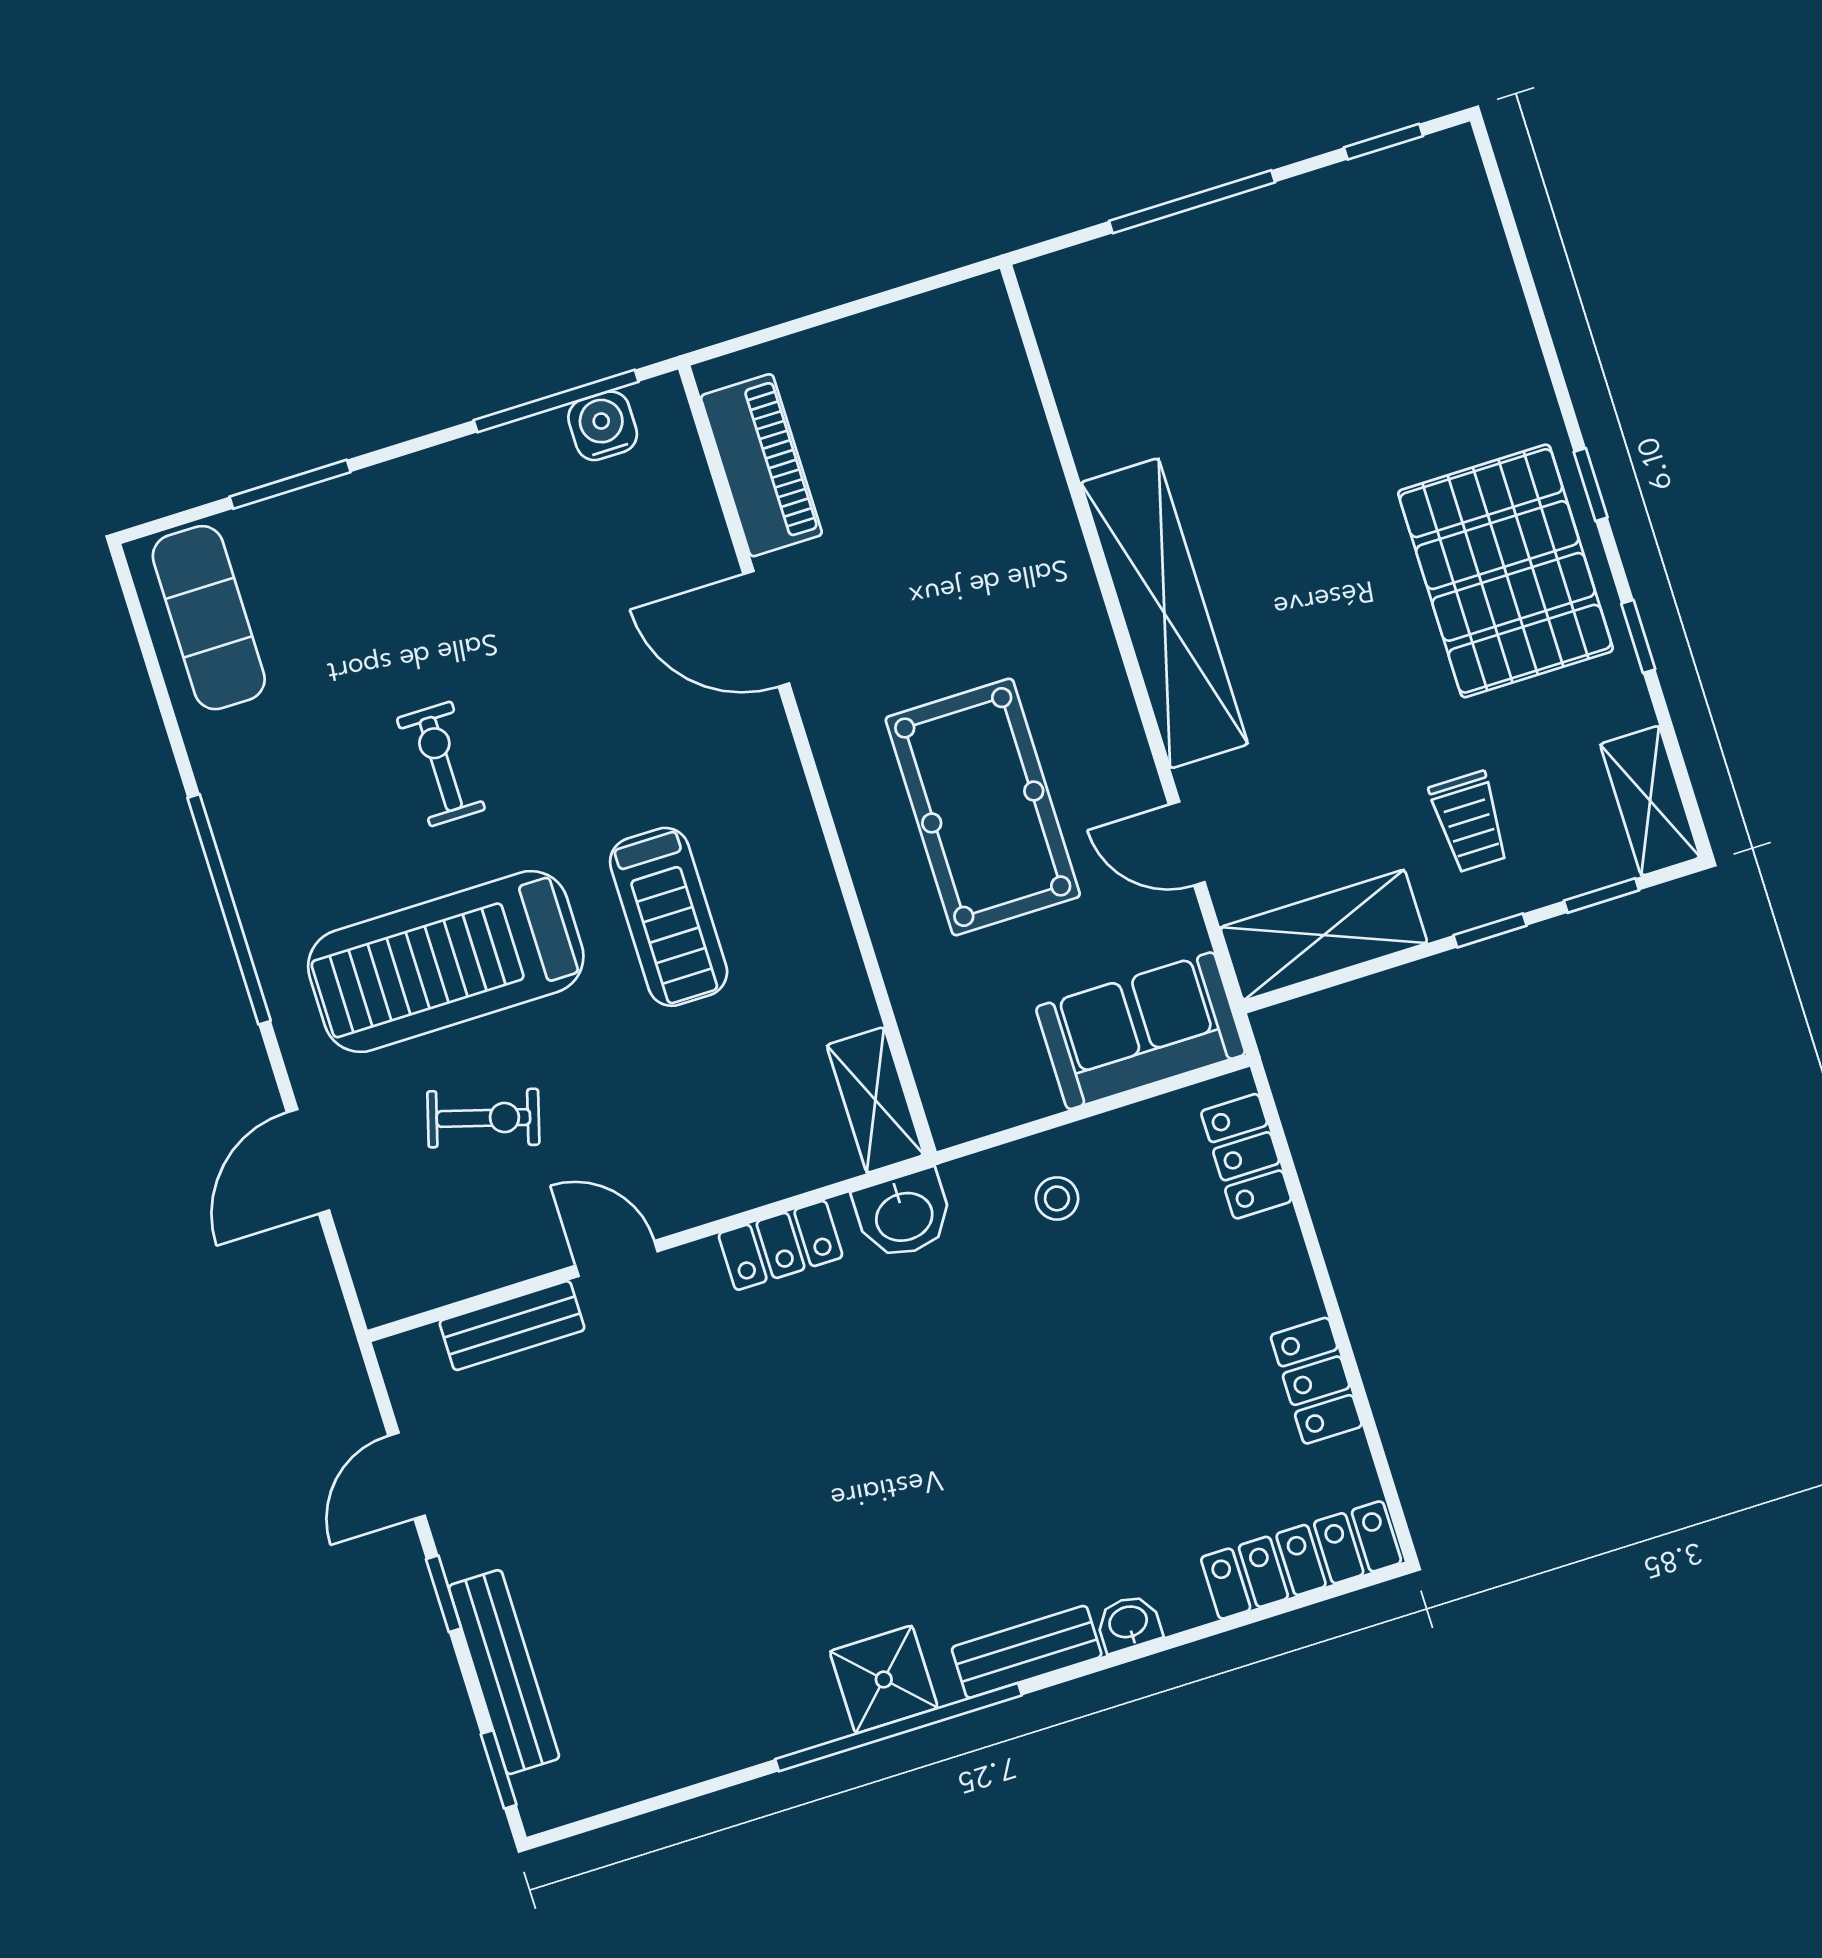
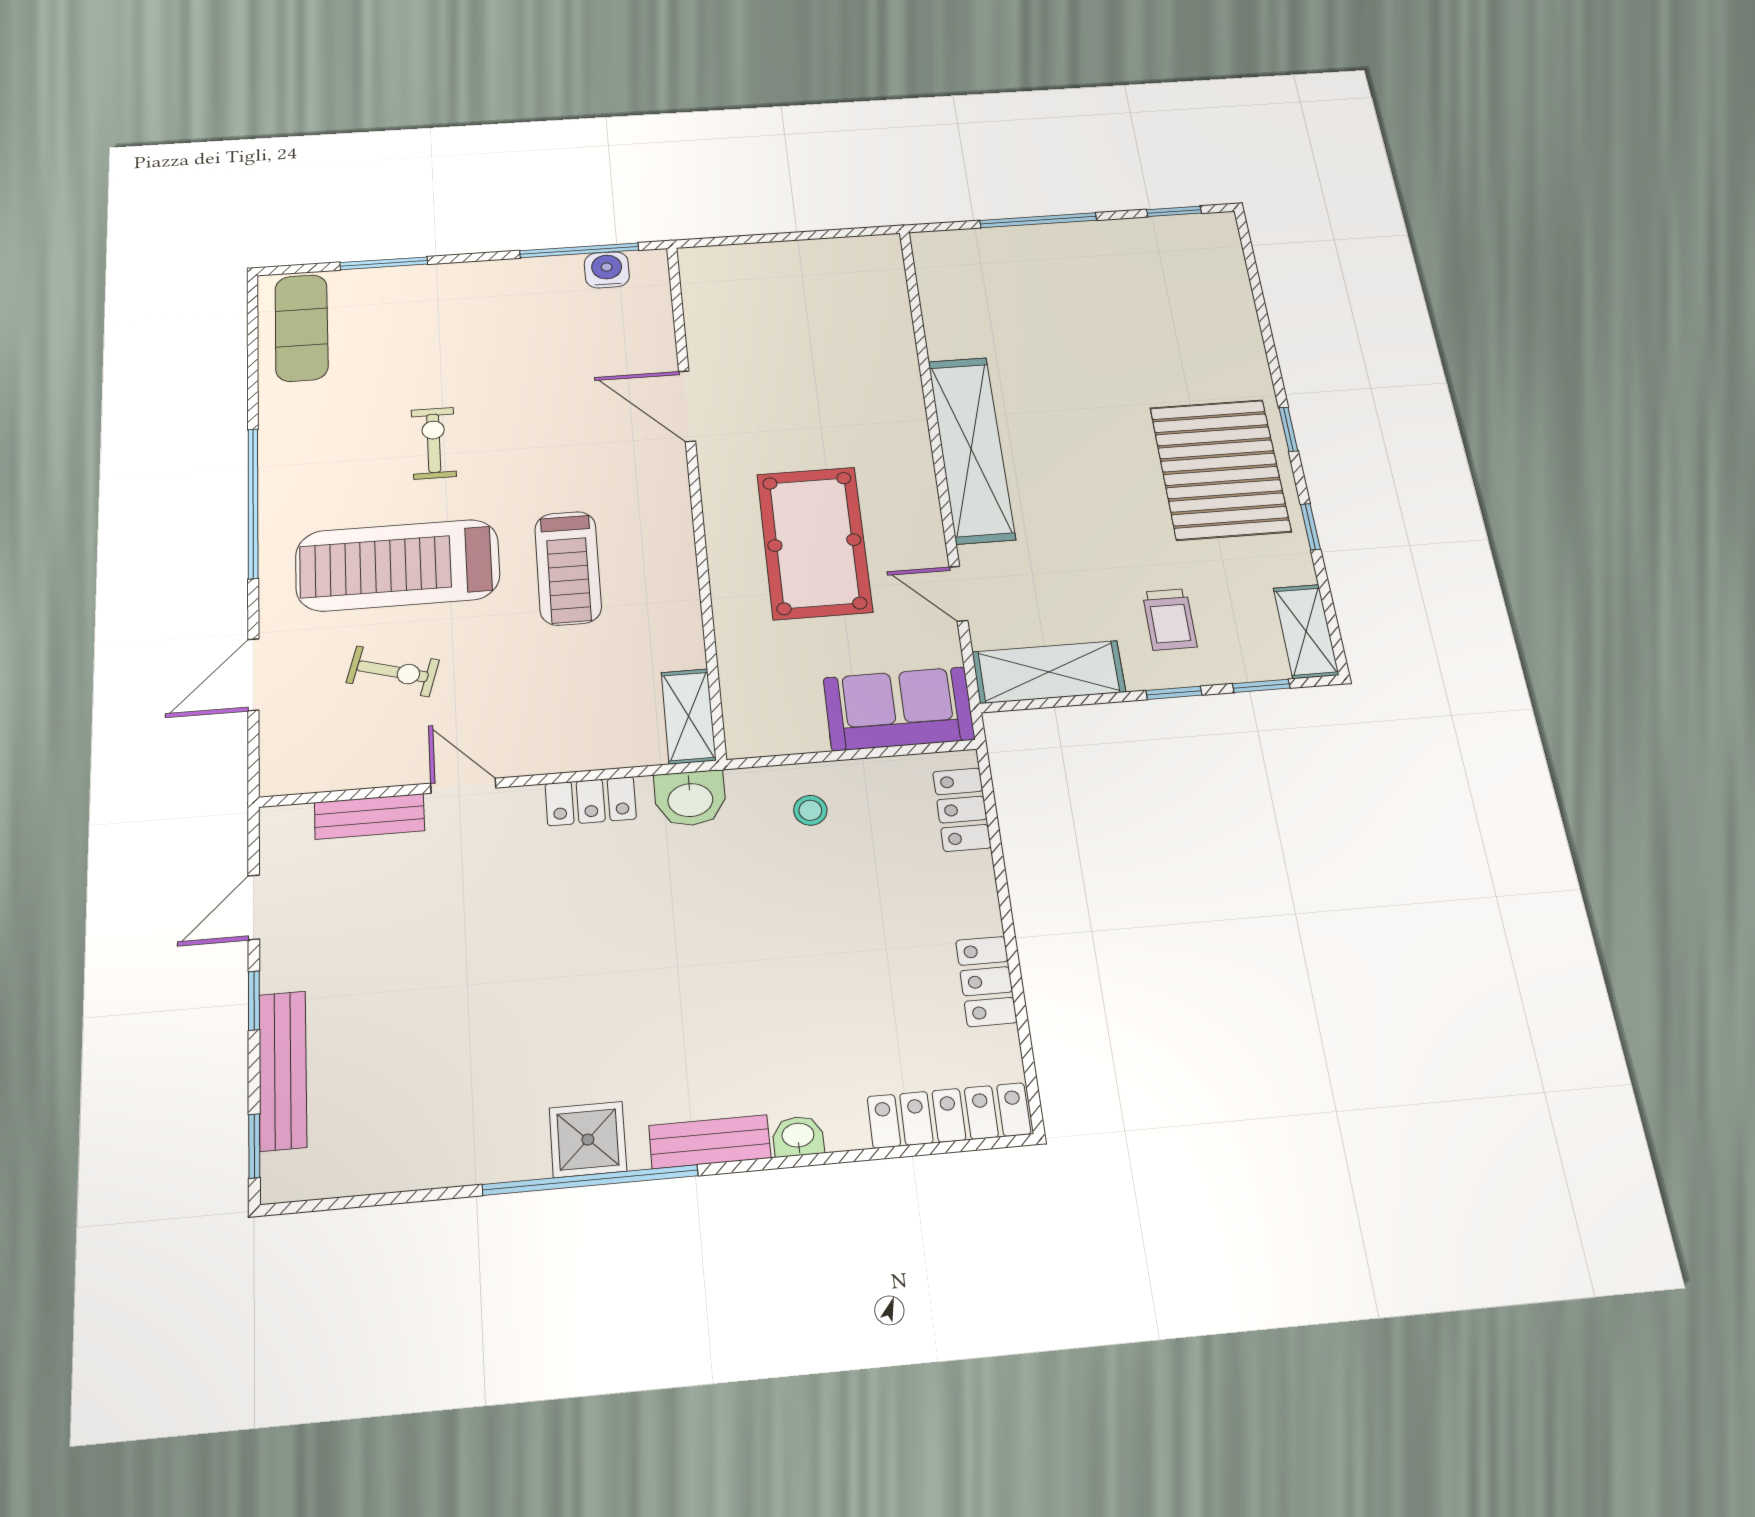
piano: (761, 465) -> (709, 312), removed

